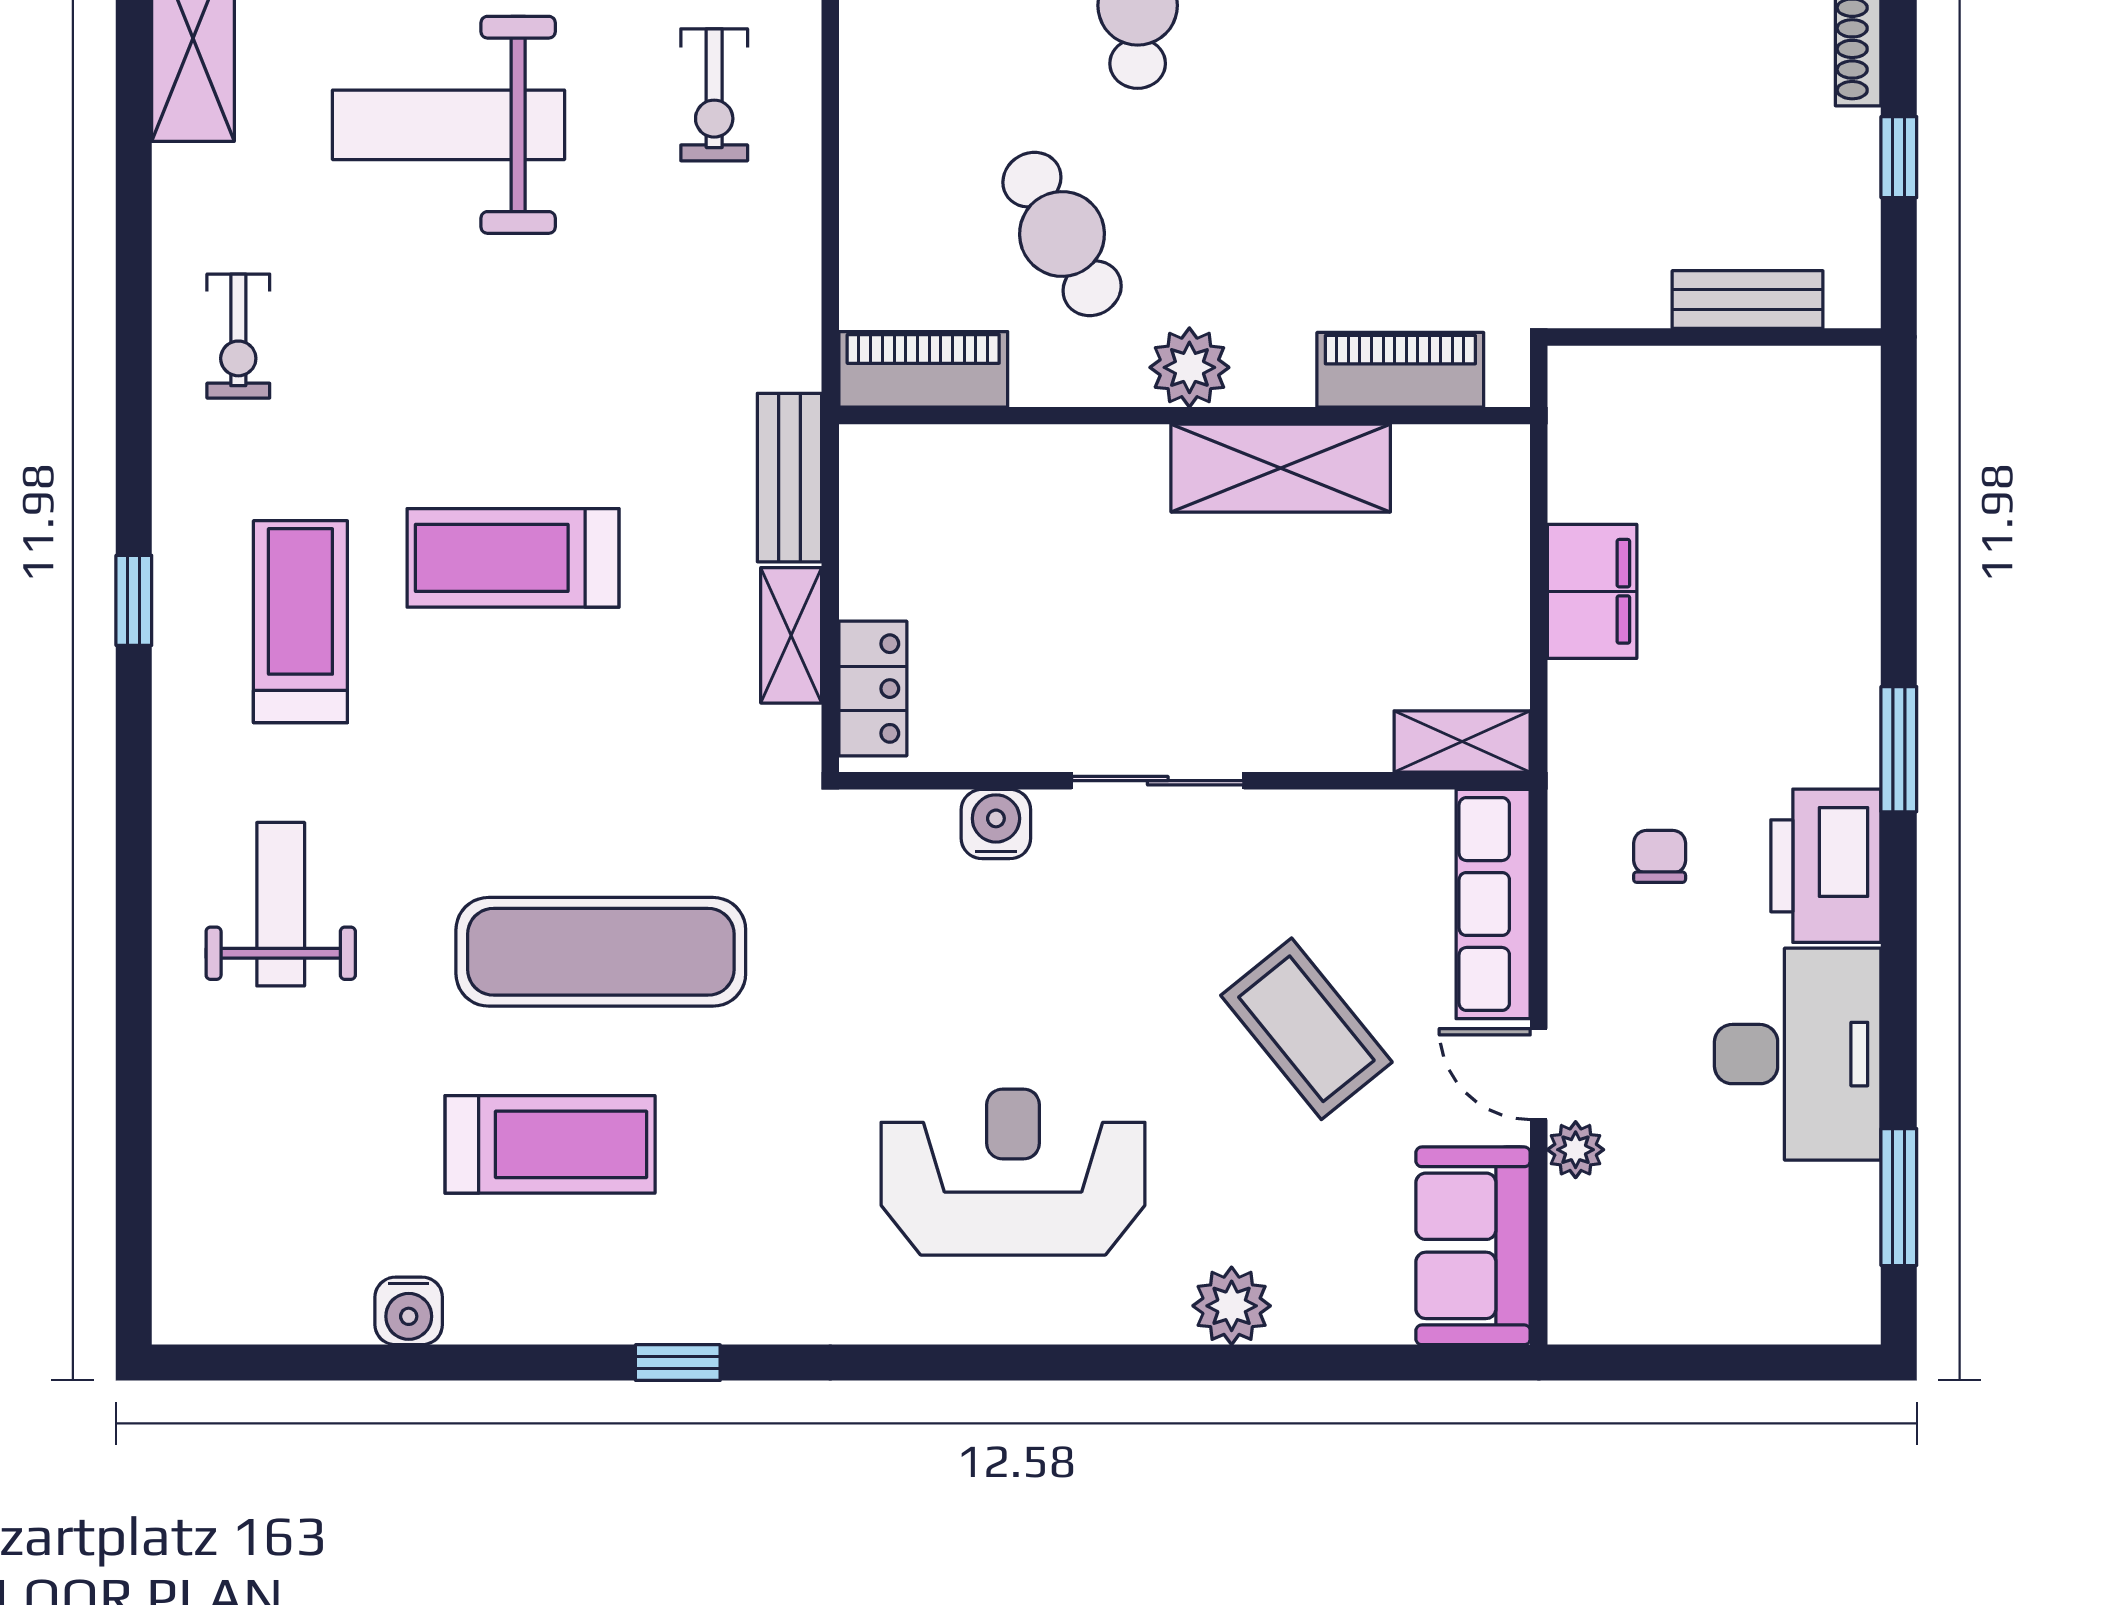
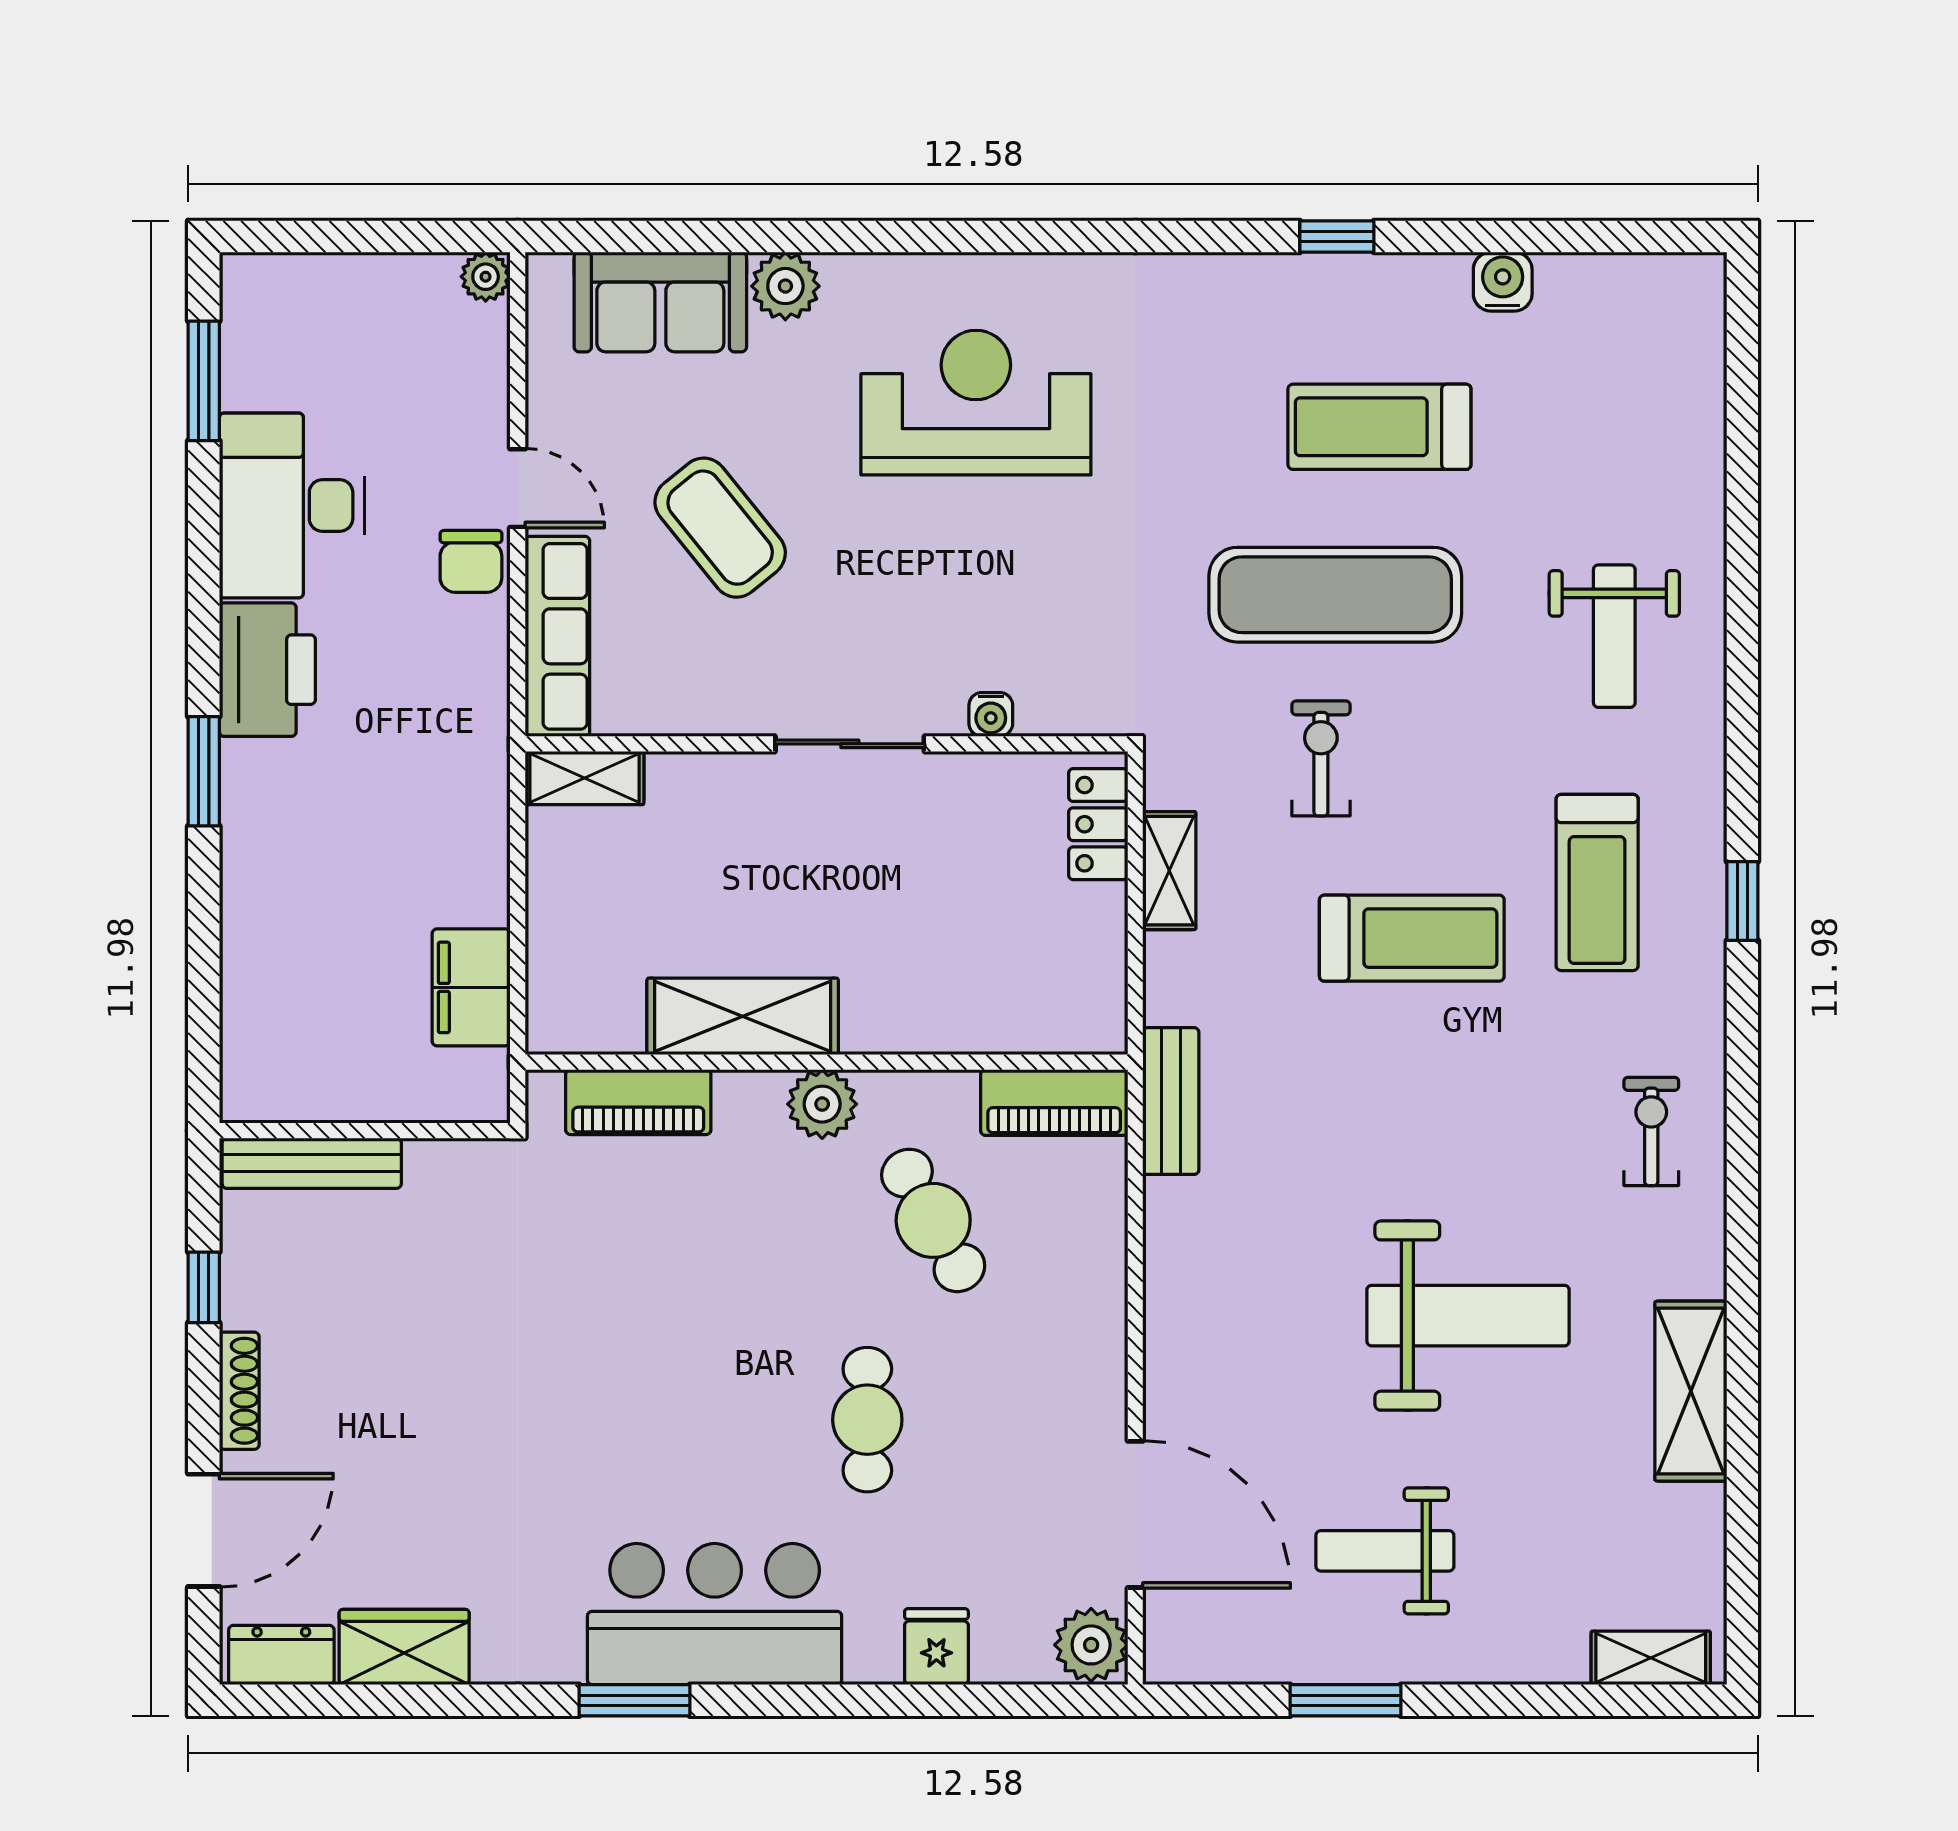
exercise bike: (714, 95) -> (1321, 758), moved
bench: (1748, 300) -> (312, 1163), width x1.36
bench: (789, 478) -> (1171, 1101), moved
filing cabinet: (1592, 591) -> (471, 987), moved
water cooler: (996, 824) -> (991, 714), width x0.72, depth x0.72
chair: (1660, 856) -> (471, 561), moved, width x1.37, depth x1.37
plant: (1576, 1150) -> (486, 277), moved
reception desk: (1013, 1172) -> (976, 403), turned 180
sofa: (1473, 1246) -> (660, 302), moved, turned 90
window: (678, 1363) -> (1337, 237), moved

